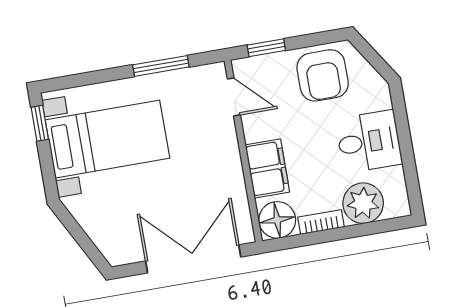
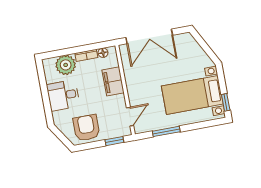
door: (234, 97) -> (130, 117), swing flipped
floor lamp: (277, 220) -> (103, 53), width x0.53, depth x0.53

